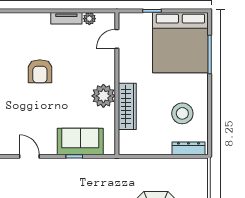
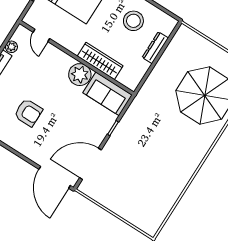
sofa: (80, 141) -> (108, 94), moved, turned -90
dresser: (188, 148) -> (155, 48), moved
door: (29, 156) -> (90, 164), width x1.87

